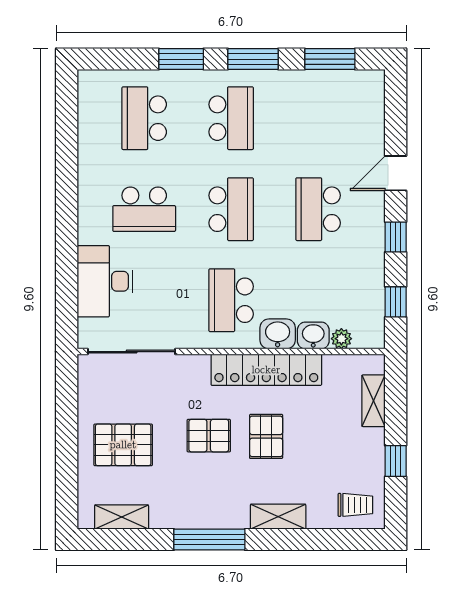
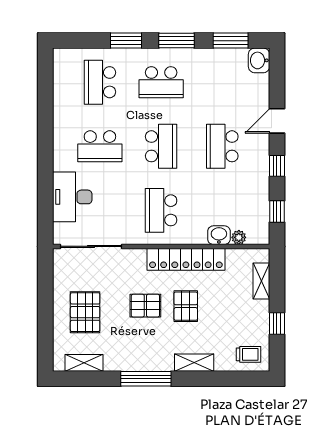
school desk: (231, 118) -> (161, 82), turned 90
washbasin: (278, 334) -> (259, 60), moved, turned -90
pallet: (123, 445) -> (85, 312), turned 90

